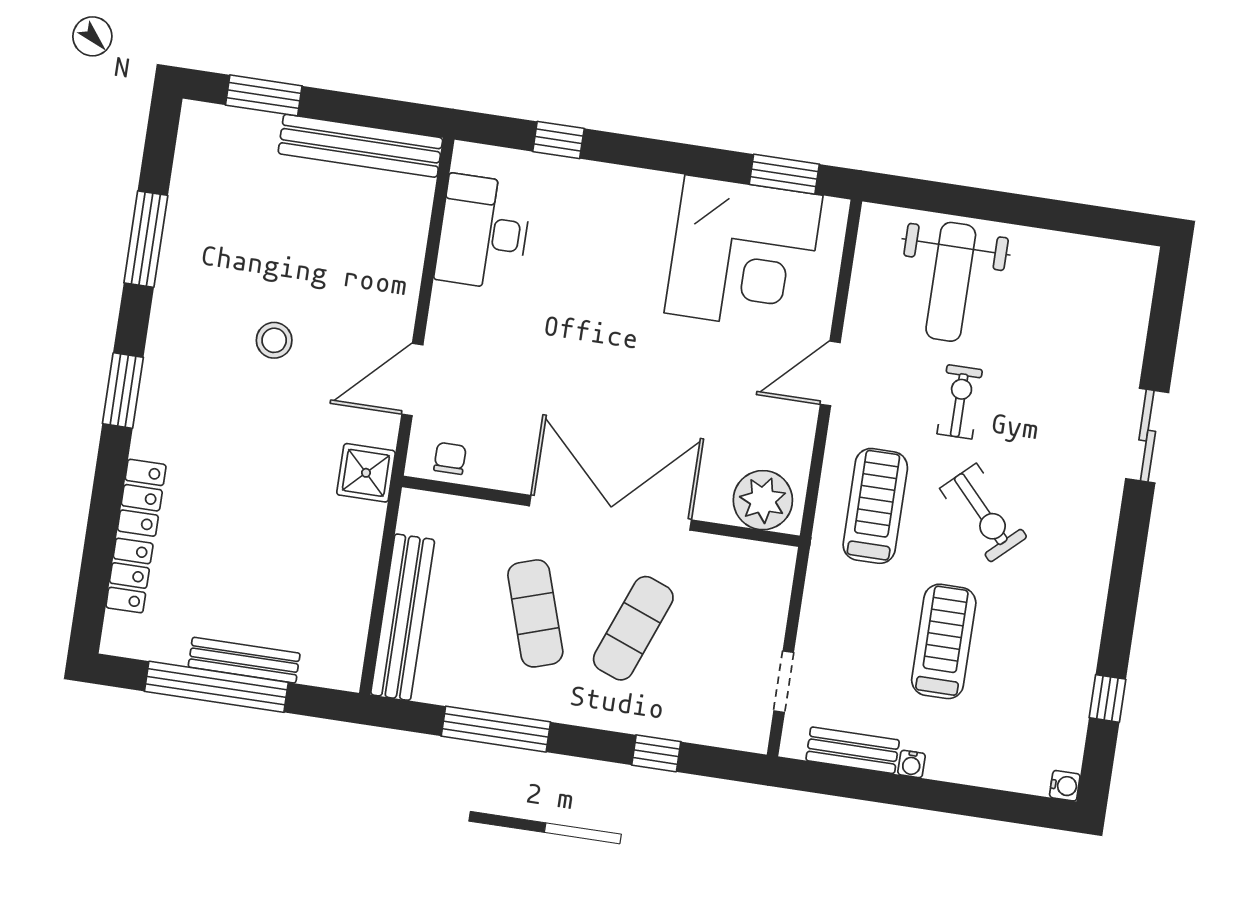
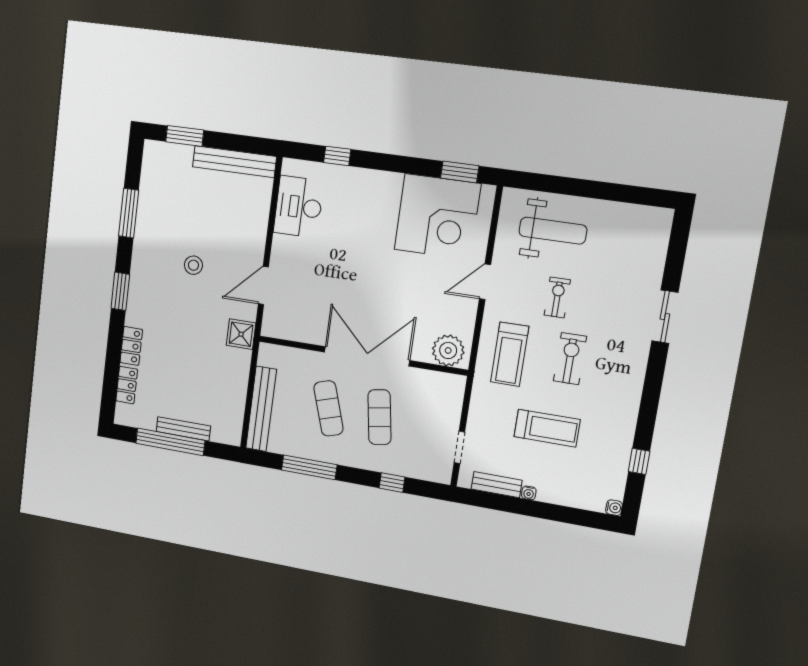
weight bench: (951, 282) -> (553, 231), turned -90
chair: (450, 458) -> (283, 327), removed
treadmill: (875, 506) -> (510, 354), turned 180
exercise bike: (983, 513) -> (570, 359), turned -137
exercise mat: (633, 628) -> (379, 417), turned -30
treadmill: (944, 641) -> (547, 428), turned 90

